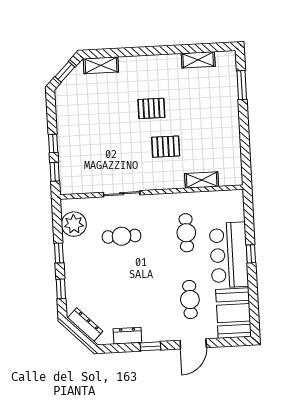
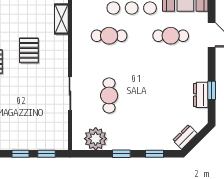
dresser: (85, 325) -> (185, 137), width x0.70
window: (150, 346) -> (212, 90), moved

